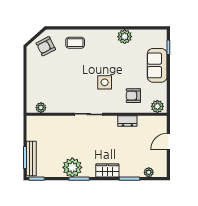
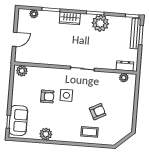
armchair: (46, 46) -> (98, 112), moved
sofa: (157, 65) -> (18, 120), moved
armchair: (133, 96) -> (47, 96), moved
dresser: (127, 121) -> (125, 66), moved

